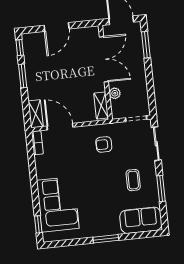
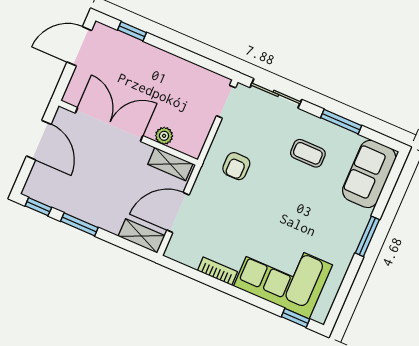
window: (146, 45) -> (132, 31), width x0.67
double door: (104, 59) -> (109, 124), moved
wall: (105, 72) -> (128, 133), moved
plant: (115, 93) -> (164, 136), moved
shelving: (101, 106) -> (170, 164), moved
bookcase: (37, 143) -> (217, 271), moved

